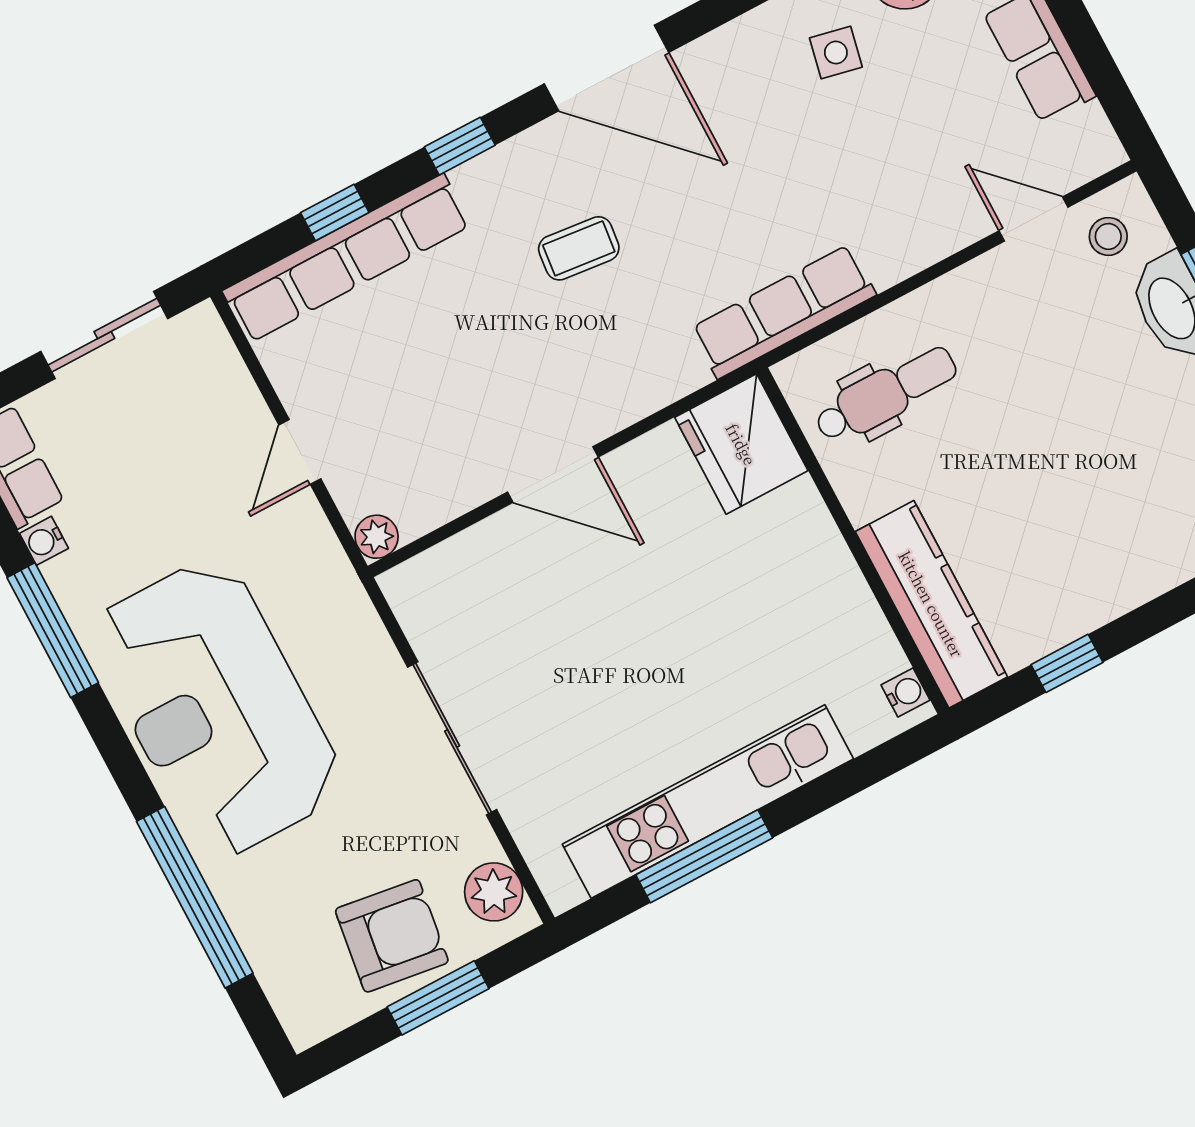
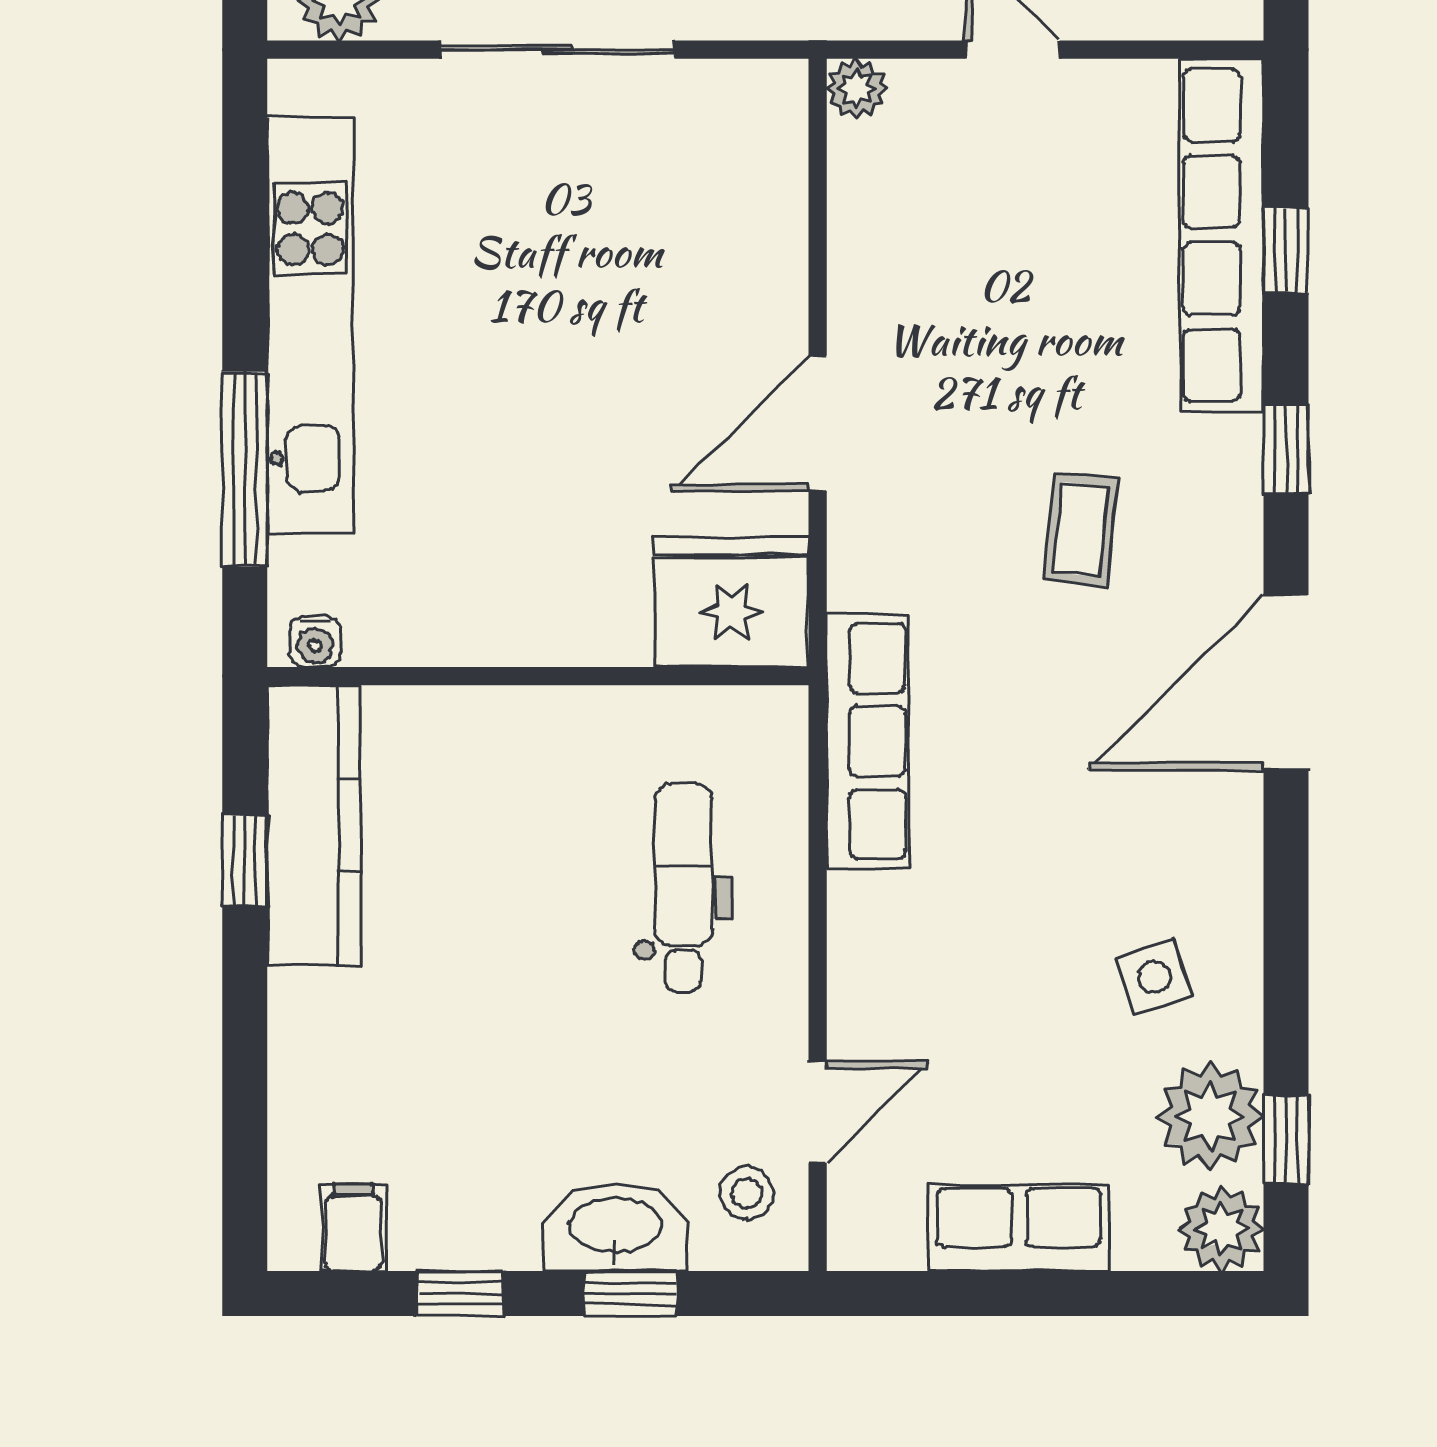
side table: (836, 53) -> (1154, 977), turned -30
dental chair: (886, 394) -> (683, 887), moved, turned 180
door: (553, 475) -> (818, 423), moved
kitchen counter: (931, 604) -> (314, 825), moved, turned -90
window: (704, 856) -> (245, 469), moved

